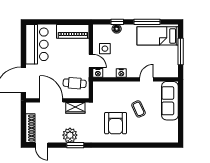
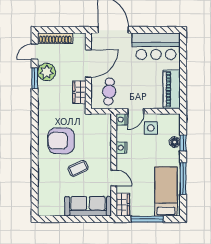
wardrobe: (169, 72) -> (123, 205), added
plant: (70, 135) -> (47, 72), moved
window: (75, 145) -> (35, 78), moved

